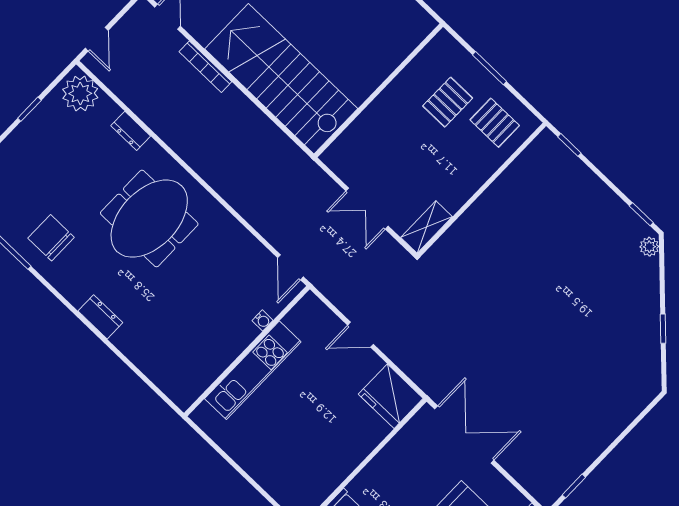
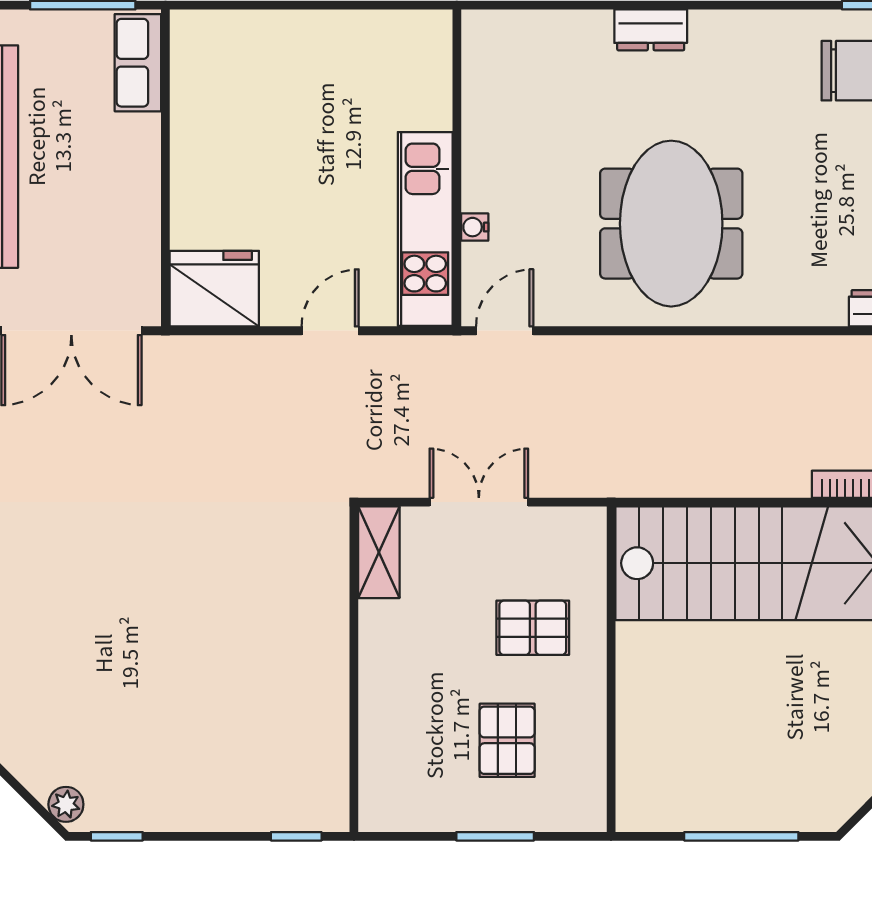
pallet: (495, 123) -> (533, 628), moved
meeting table: (149, 219) -> (671, 224), moved
door: (291, 267) -> (505, 331), hinge flipped
dresser: (100, 317) -> (651, 30), moved
kitchen unit: (253, 370) -> (425, 229), moved

